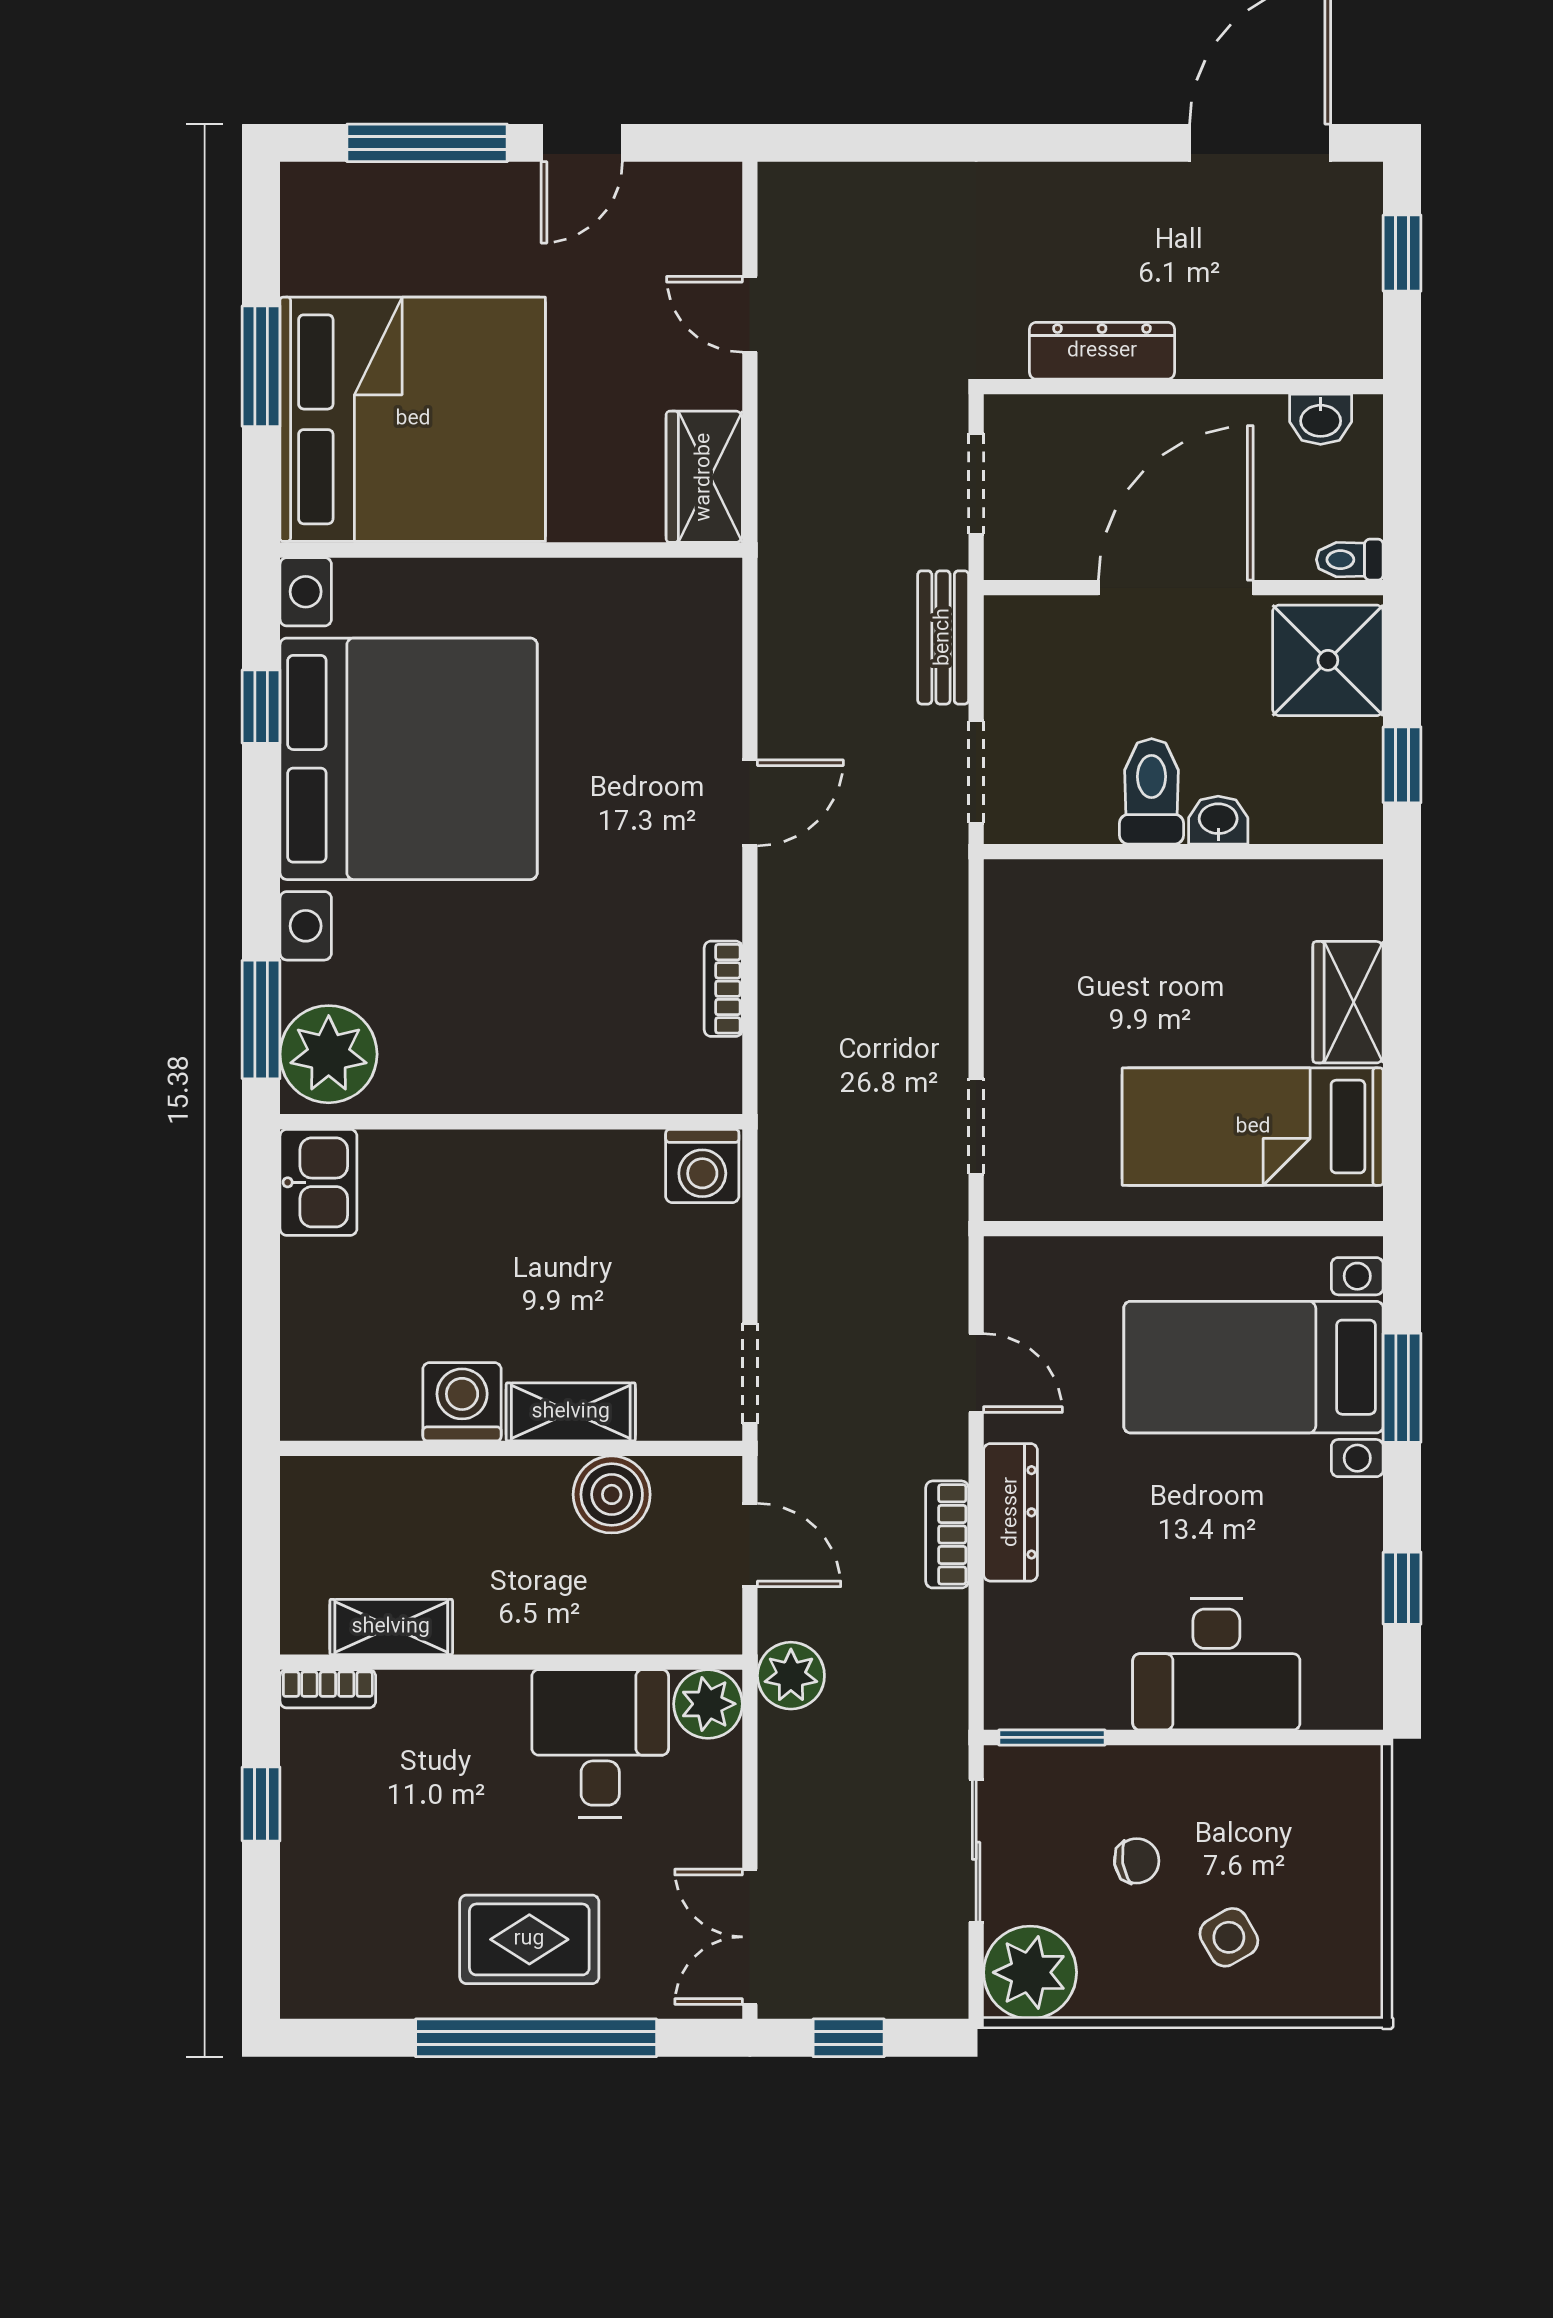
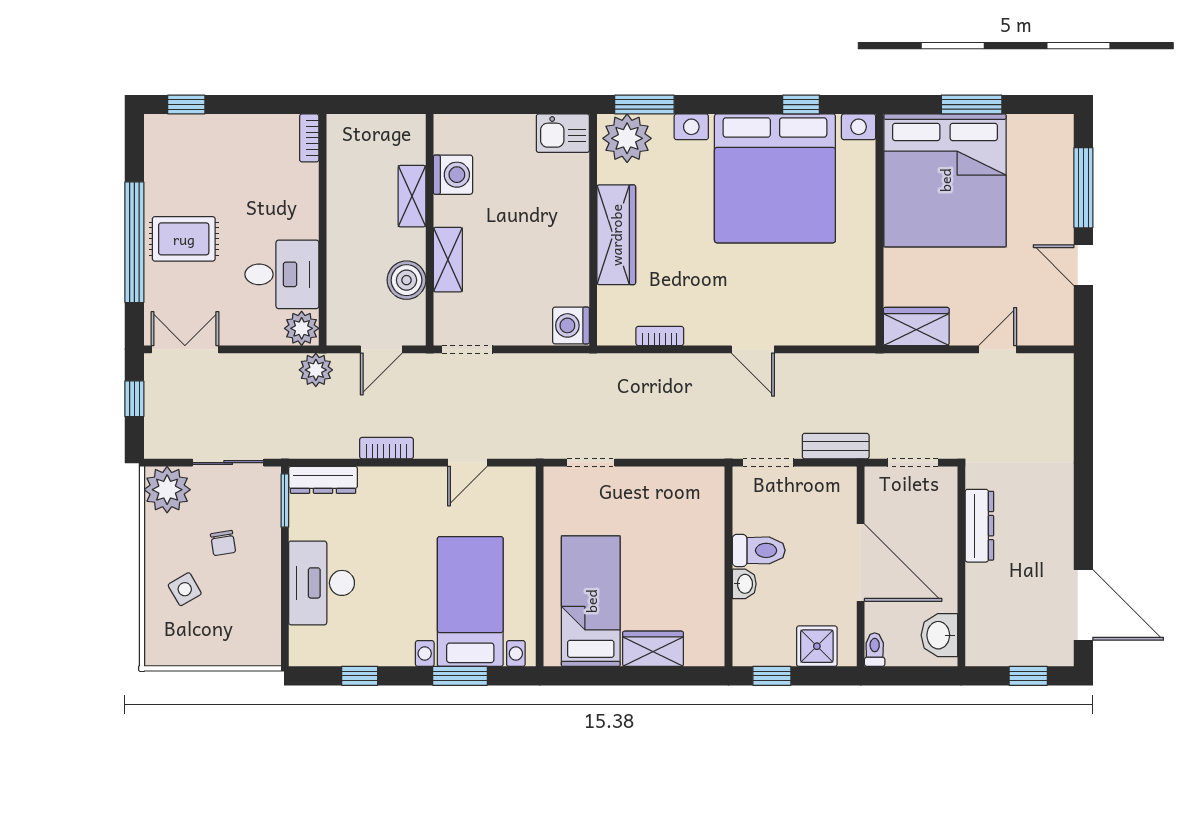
washbasin: (1321, 419) -> (939, 635), width x1.38, depth x1.45
shower: (1328, 660) -> (817, 646), width x0.73, depth x0.73
wardrobe: (521, 1076) -> (616, 235), added
washing machine: (462, 1402) -> (453, 175), moved
dresser: (1011, 1512) -> (323, 480), moved
shelving: (391, 1627) -> (412, 196), moved
window: (261, 1804) -> (186, 105), moved
rug: (529, 1939) -> (184, 239), turned 90

